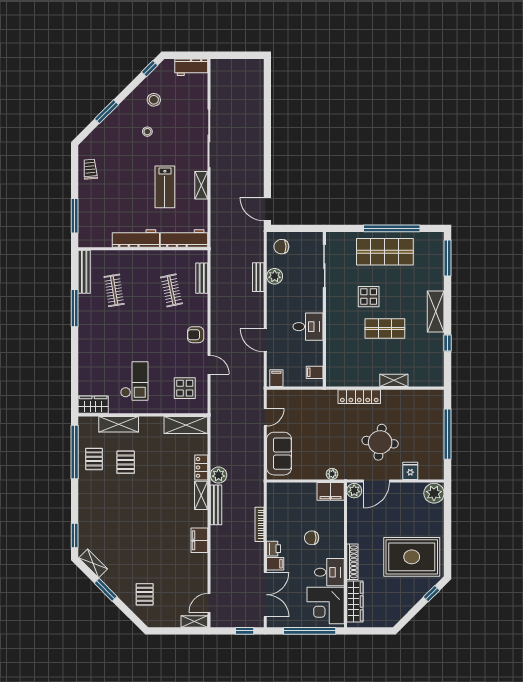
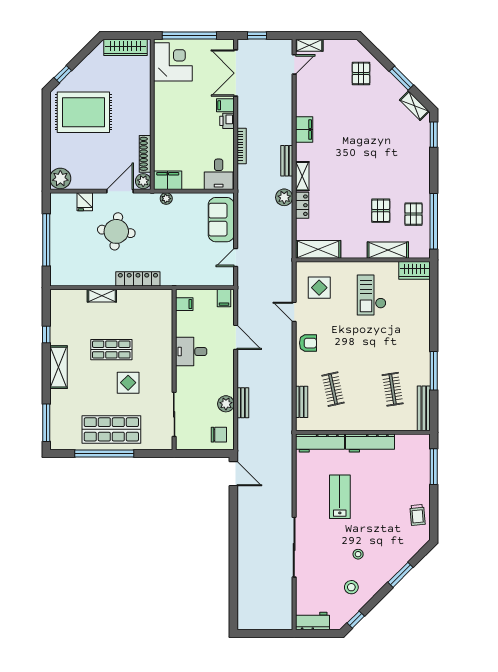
shelving: (201, 185) -> (302, 498), removed
bench: (216, 505) -> (287, 161), width x0.73
chair: (312, 538) -> (187, 132), removed
shoe rack: (352, 562) -> (145, 154), moved
desk: (329, 572) -> (219, 174), moved, turned -90
wardrobe: (355, 602) -> (125, 47), moved, turned -90

